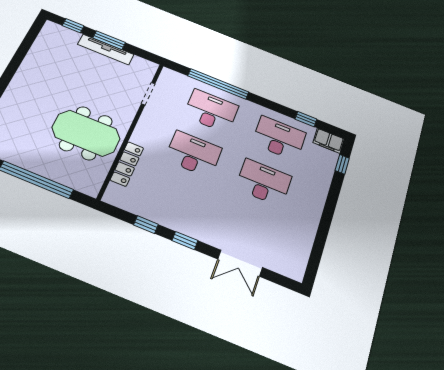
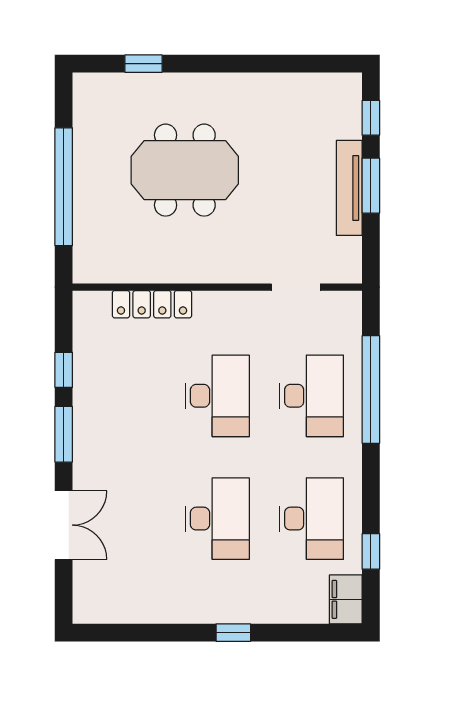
meeting table: (86, 133) -> (185, 170), moved, turned 90
window: (342, 164) -> (233, 633), moved
window: (185, 241) -> (64, 434), width x1.50
double door: (240, 263) -> (64, 525), swing flipped

